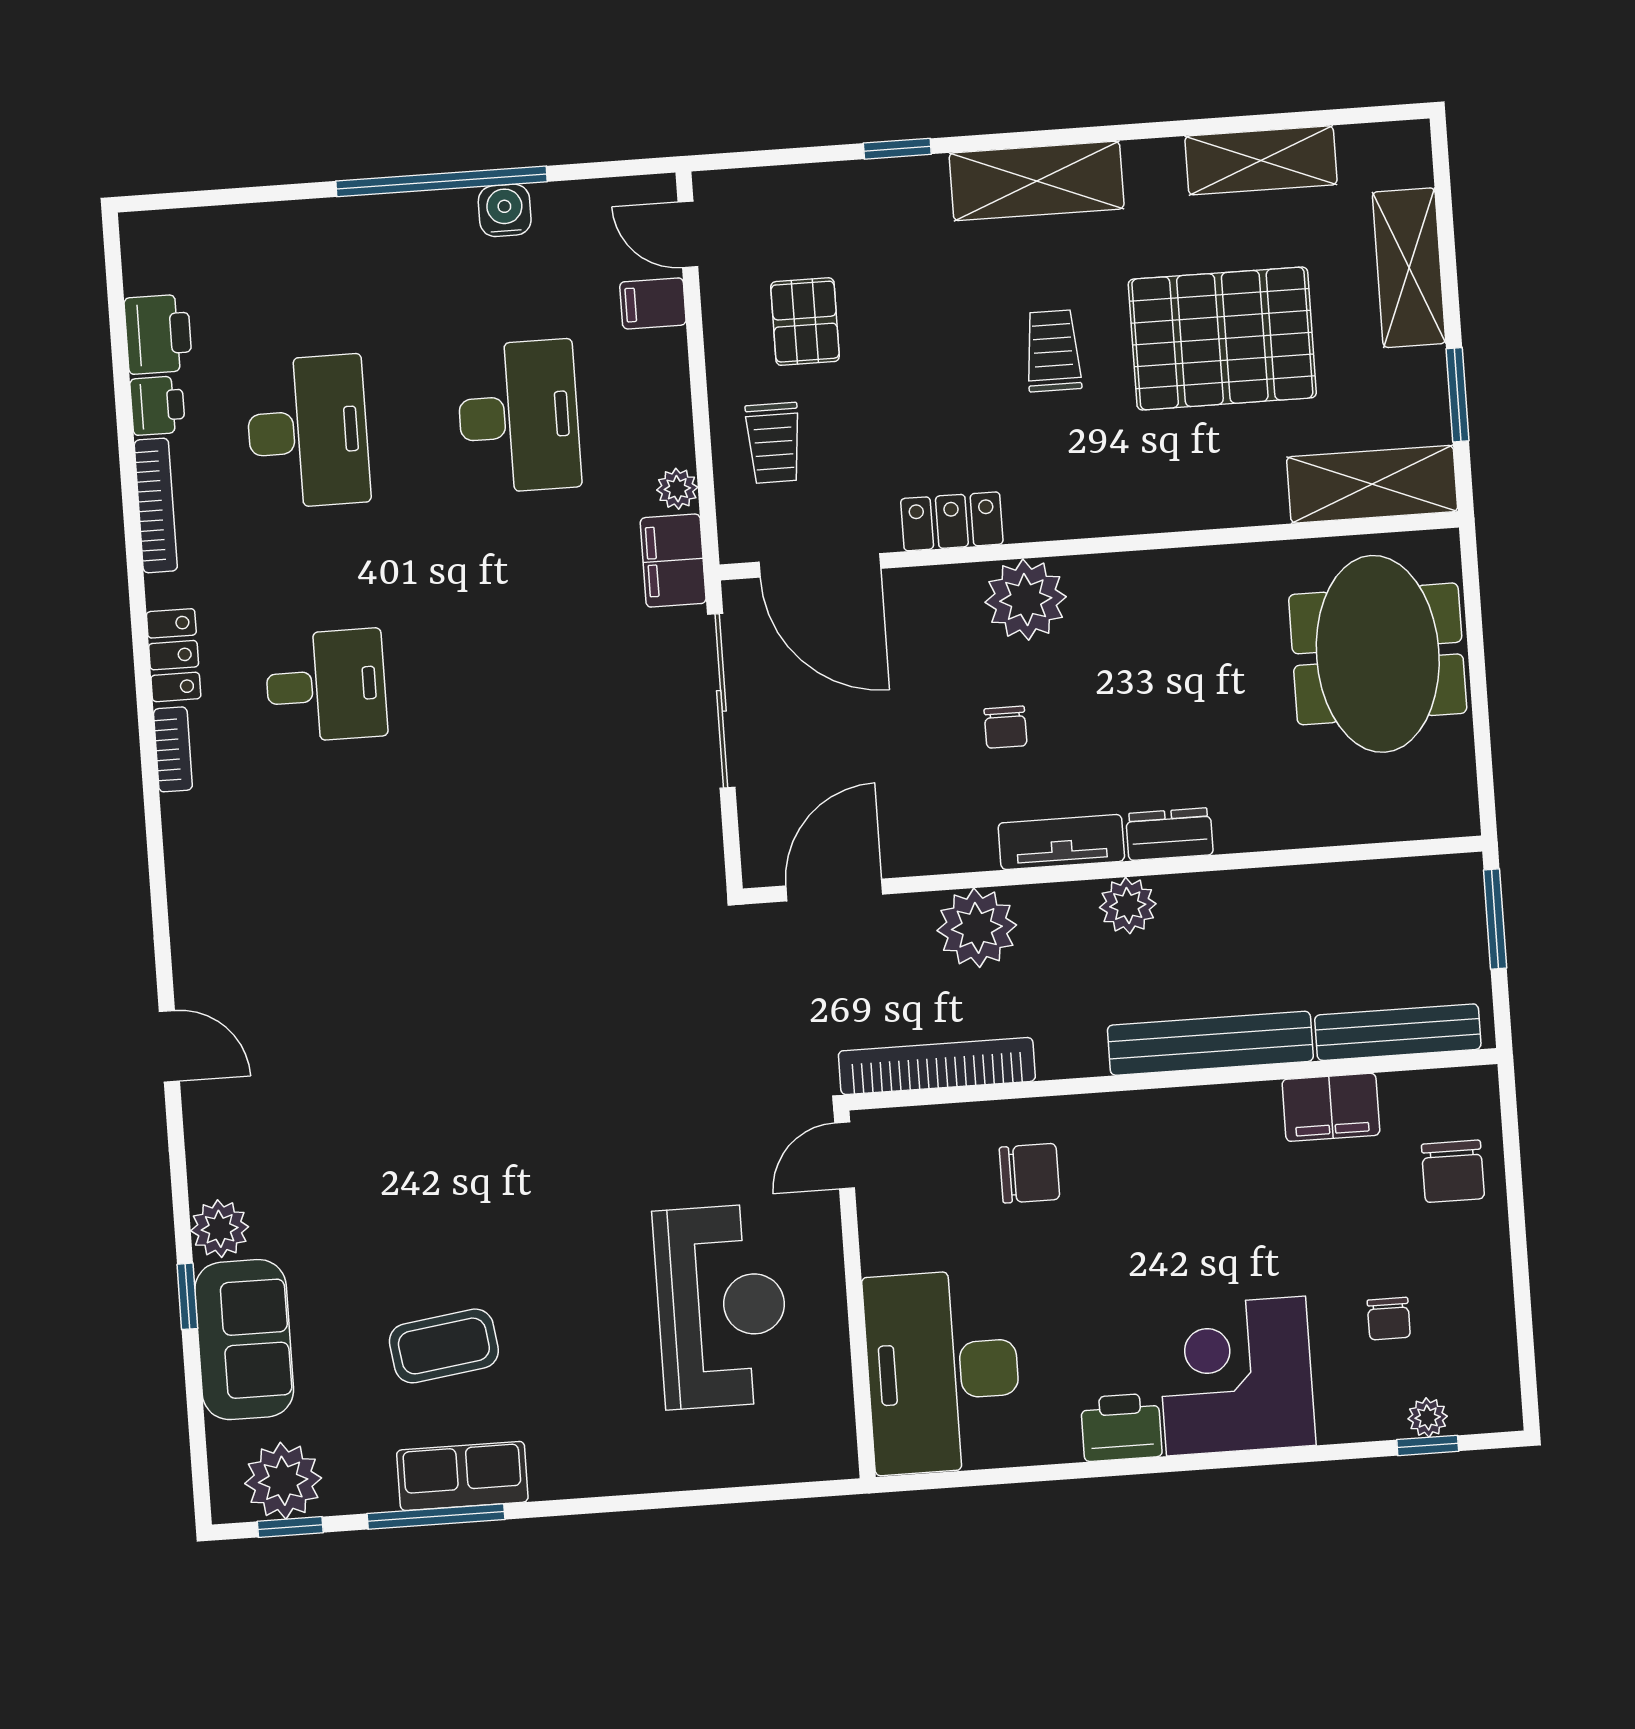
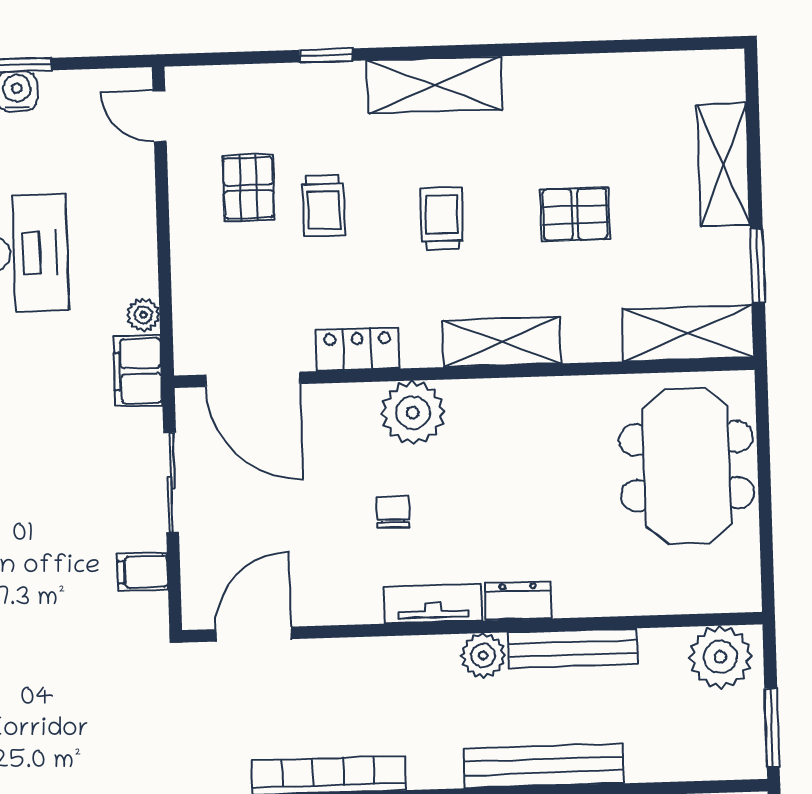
shelving: (1261, 160) -> (502, 342), moved
filing cabinet: (653, 303) -> (143, 572), moved
pallet: (1222, 338) -> (575, 214), width x0.49, depth x0.50
trolley: (774, 443) -> (323, 206), moved
sliding door: (721, 701) -> (171, 482), width x0.73
chair: (1005, 727) -> (393, 512), turned 180
window: (1495, 919) -> (772, 728), moved
plant: (977, 928) -> (720, 657), moved
bench: (1398, 1032) -> (573, 648), moved

